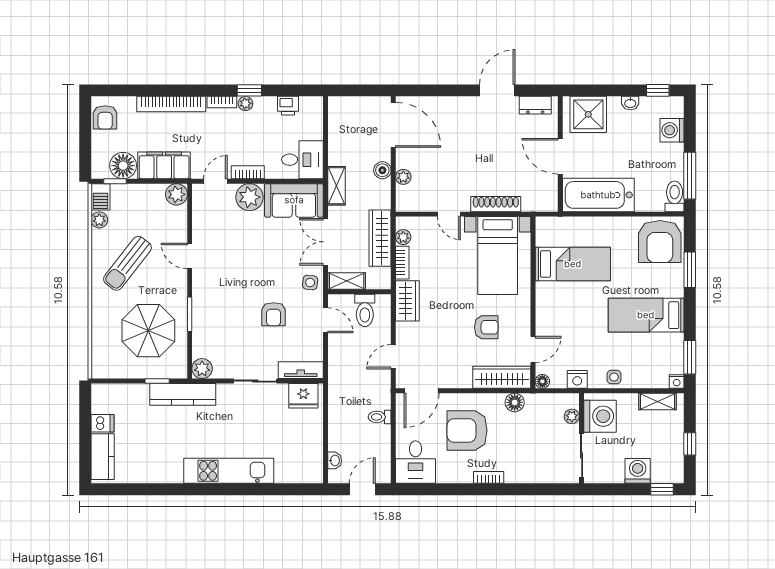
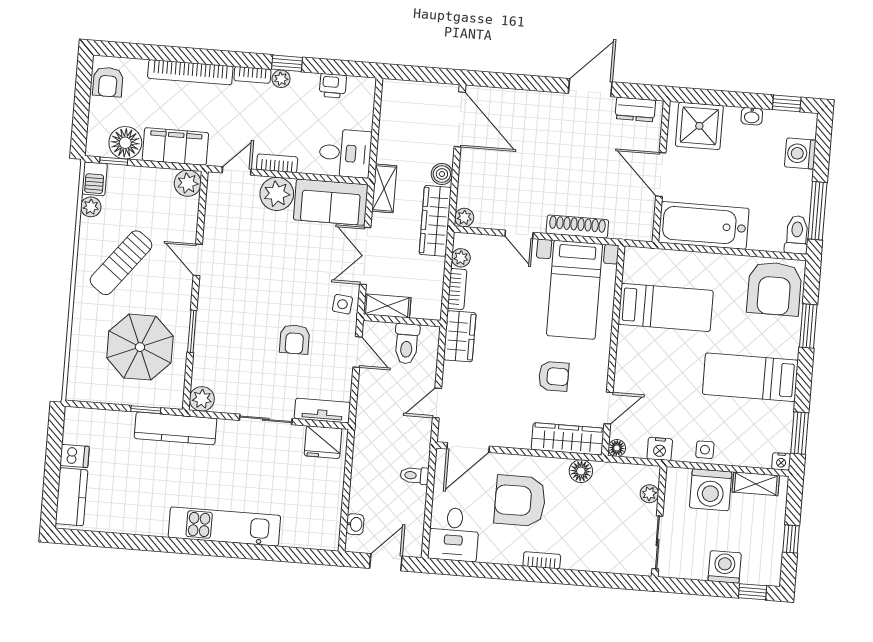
plant: (403, 177) -> (464, 218), moved
wardrobe: (380, 238) -> (435, 221), moved
washing machine: (600, 416) -> (711, 490), moved, turned 90

